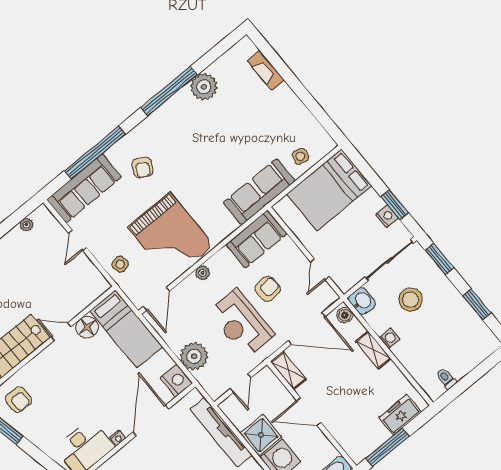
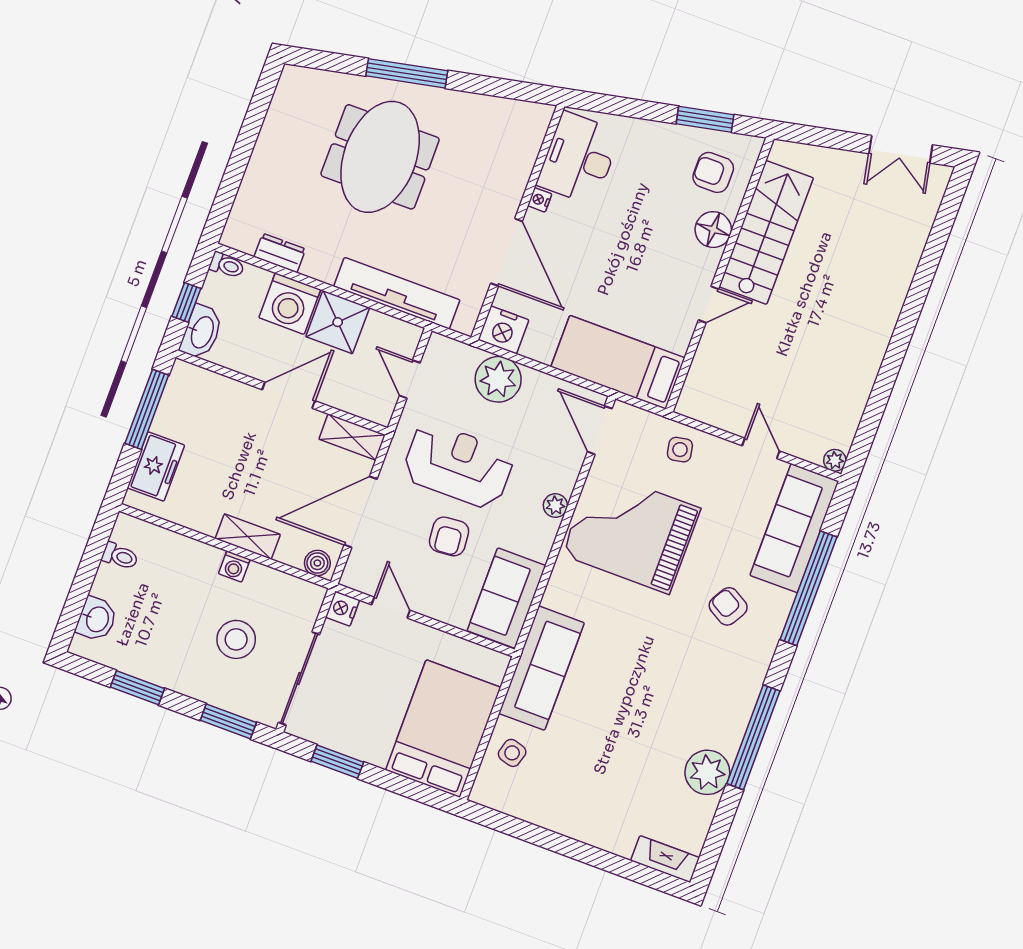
fireplace: (266, 70) -> (665, 859), moved
nightstand: (387, 216) -> (343, 609), moved, turned 90
plant: (27, 225) -> (835, 460), moved
washbasin: (362, 301) -> (97, 619), moved, turned -90
floor lamp: (87, 327) -> (713, 230), moved

